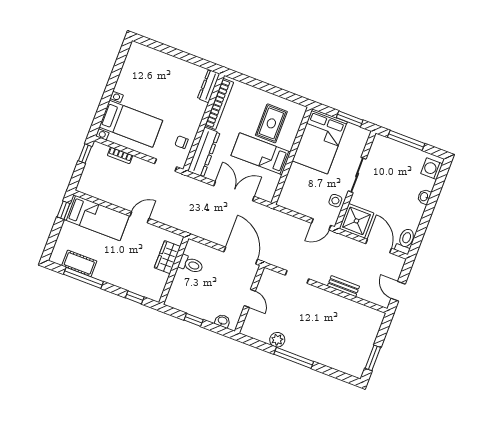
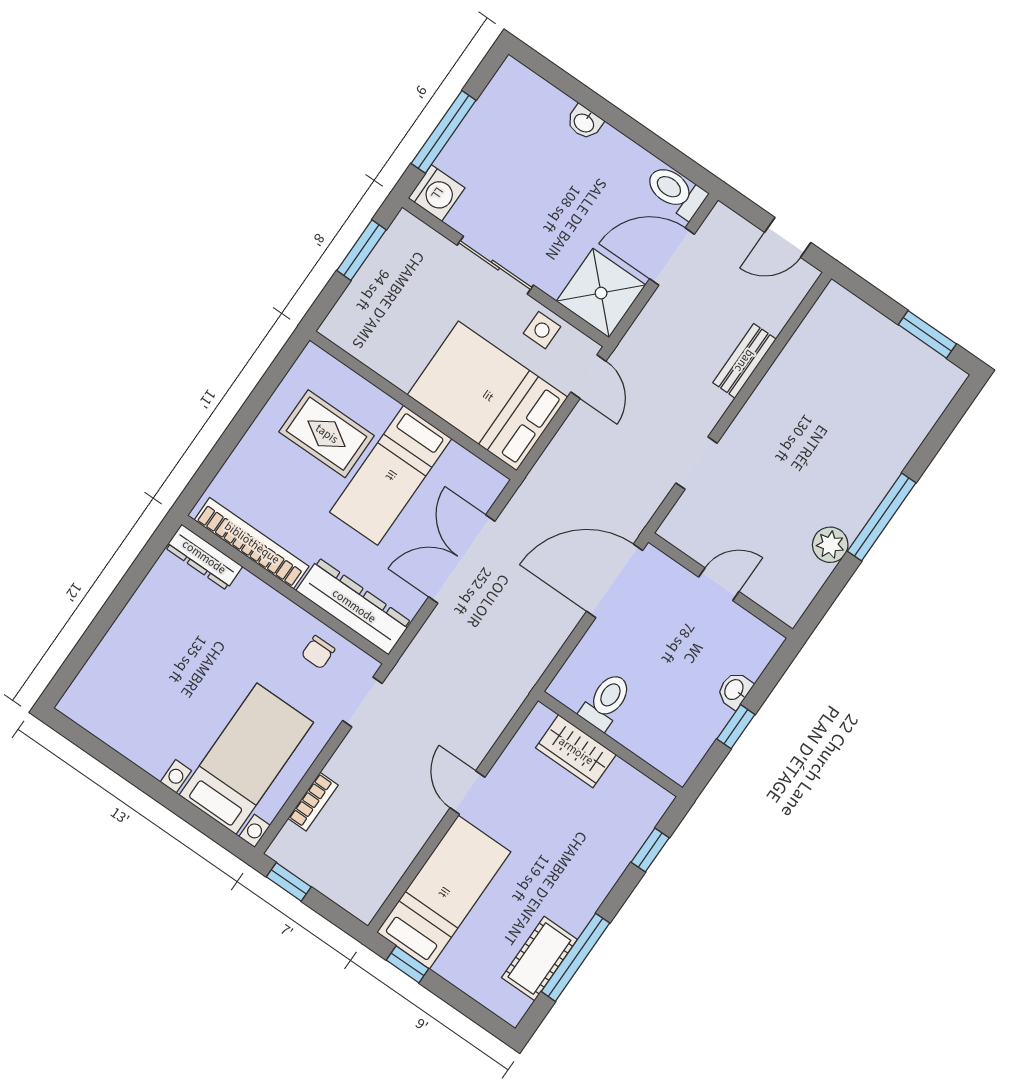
bed: (320, 141) -> (488, 396), moved, turned 180
washing machine: (432, 169) -> (437, 193), moved, turned -90
washbasin: (223, 321) -> (735, 690), moved

